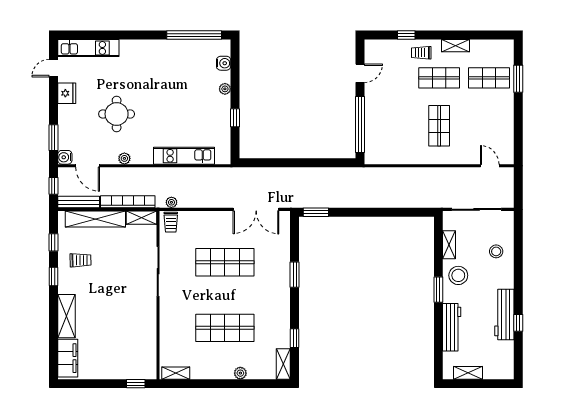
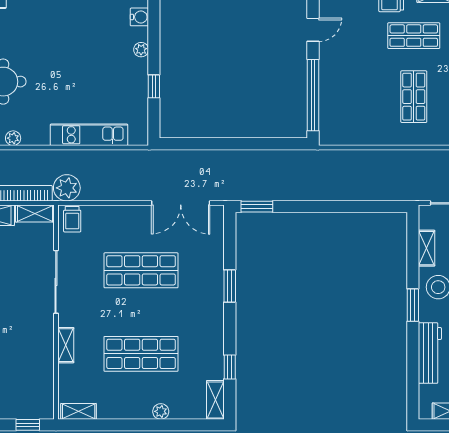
plant: (171, 202) -> (67, 188), width x1.88, depth x1.88
shelving: (166, 321) -> (66, 345), added

